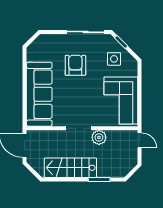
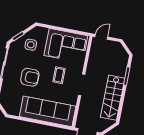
armchair: (75, 65) -> (30, 77), turned 180
coffee table: (85, 99) -> (59, 75), added
plant: (99, 137) -> (92, 70), removed

